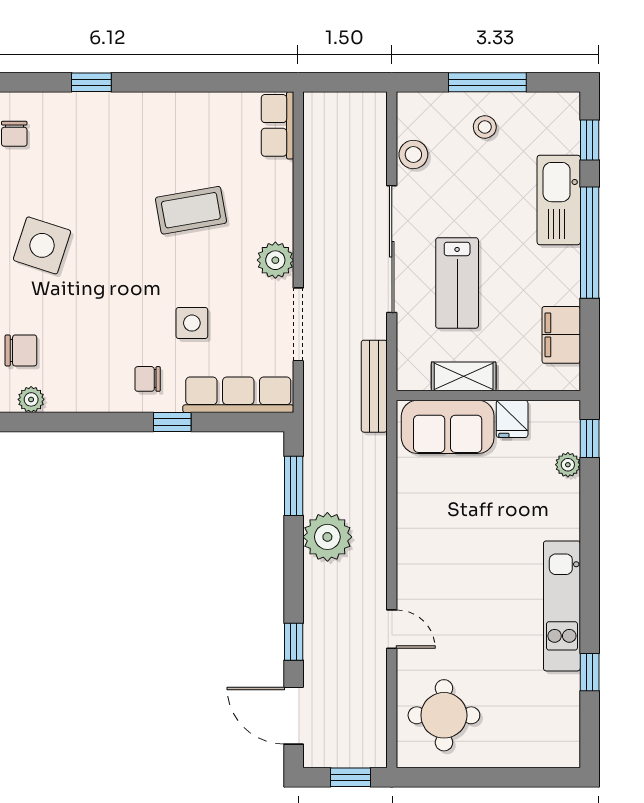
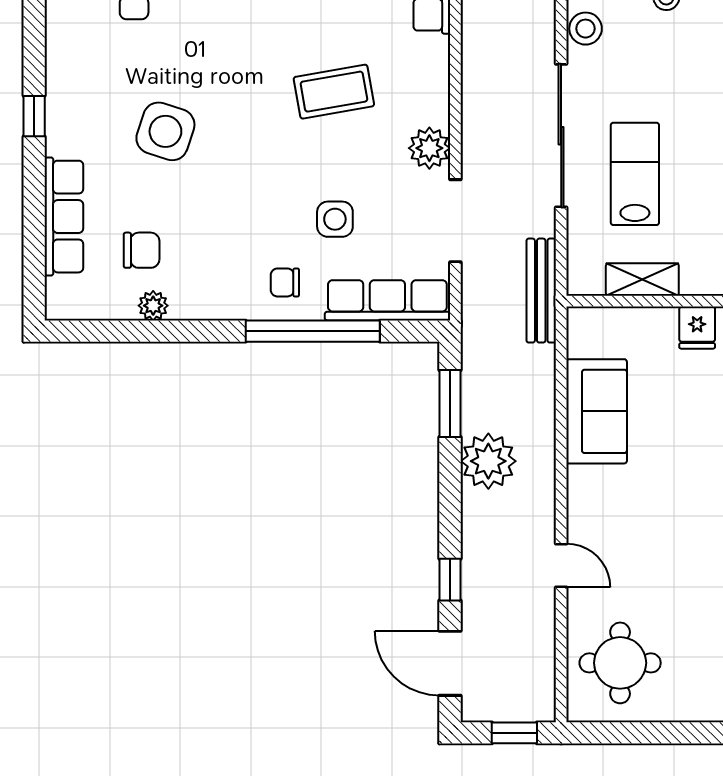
lab bench: (457, 283) -> (635, 174), turned 180
window: (172, 422) -> (313, 331), width x3.17
sofa: (448, 427) -> (597, 411), moved, turned -90

